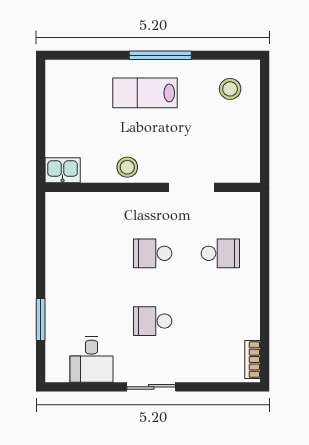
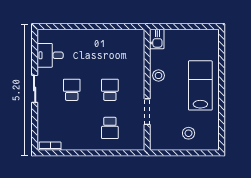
window: (160, 55) -> (222, 94), removed
stool: (230, 89) -> (189, 133), moved
lab bench: (145, 93) -> (200, 85), width x1.36, depth x1.39
window: (41, 320) -> (73, 27), removed

